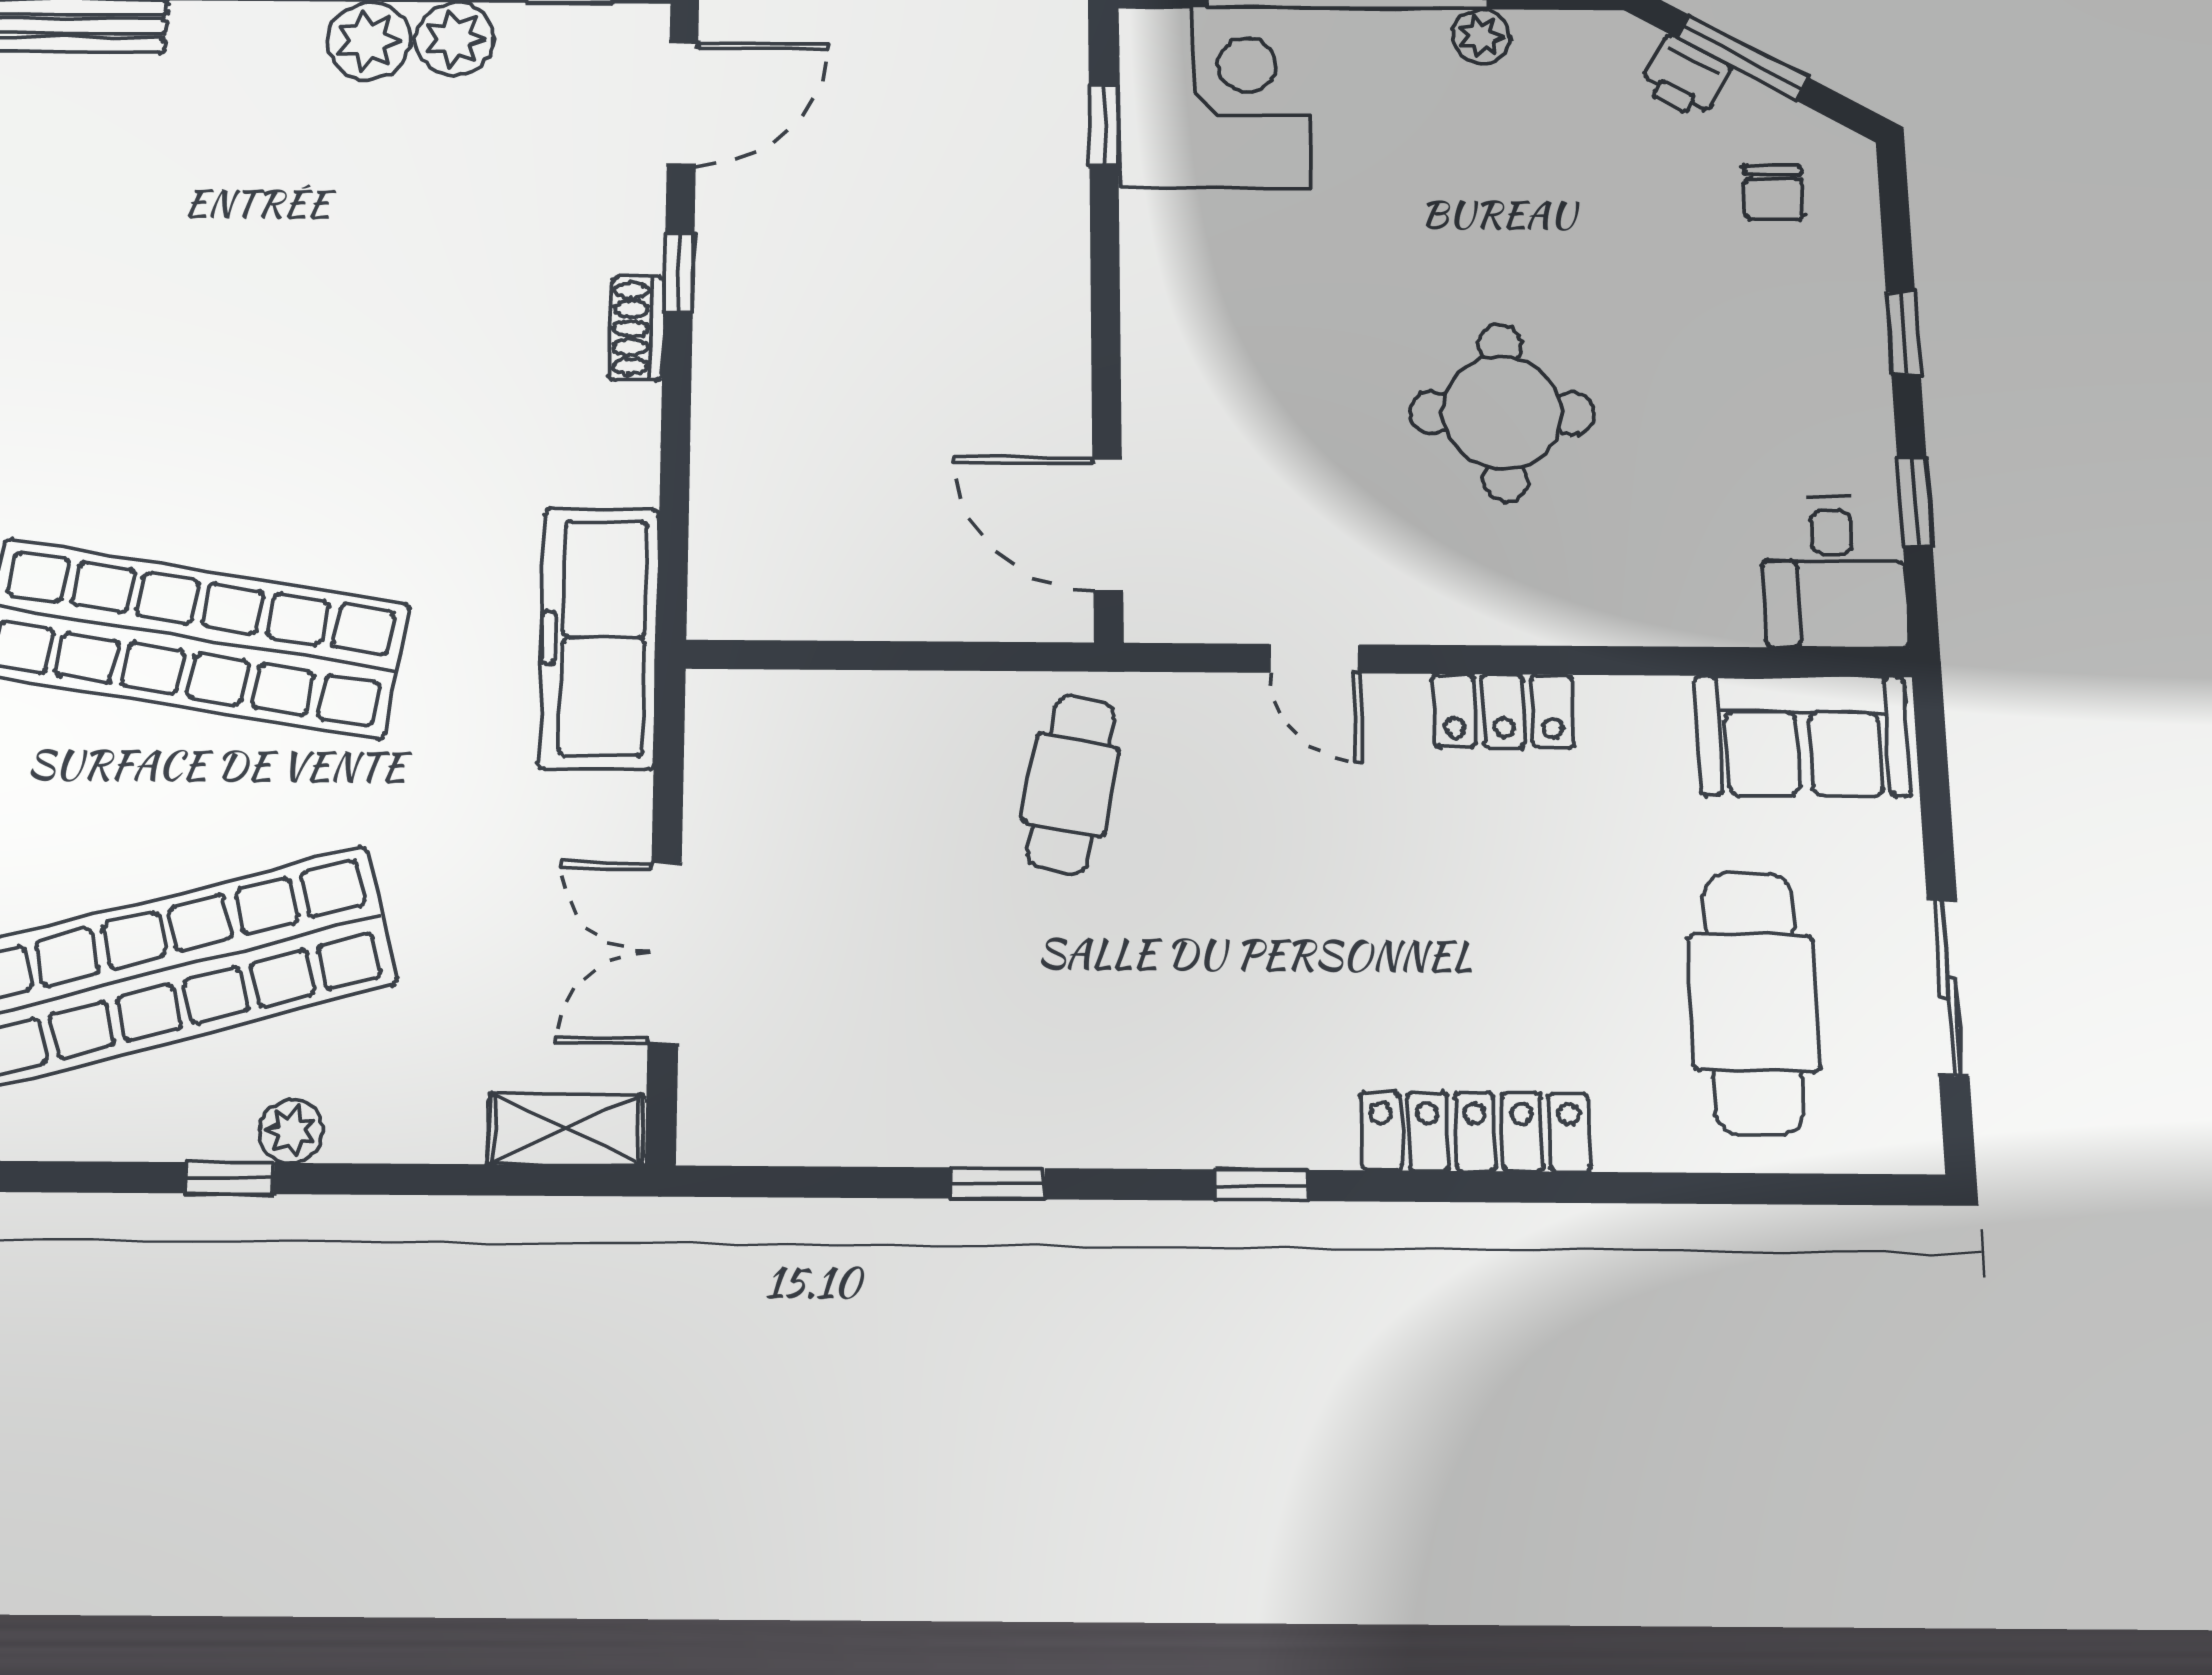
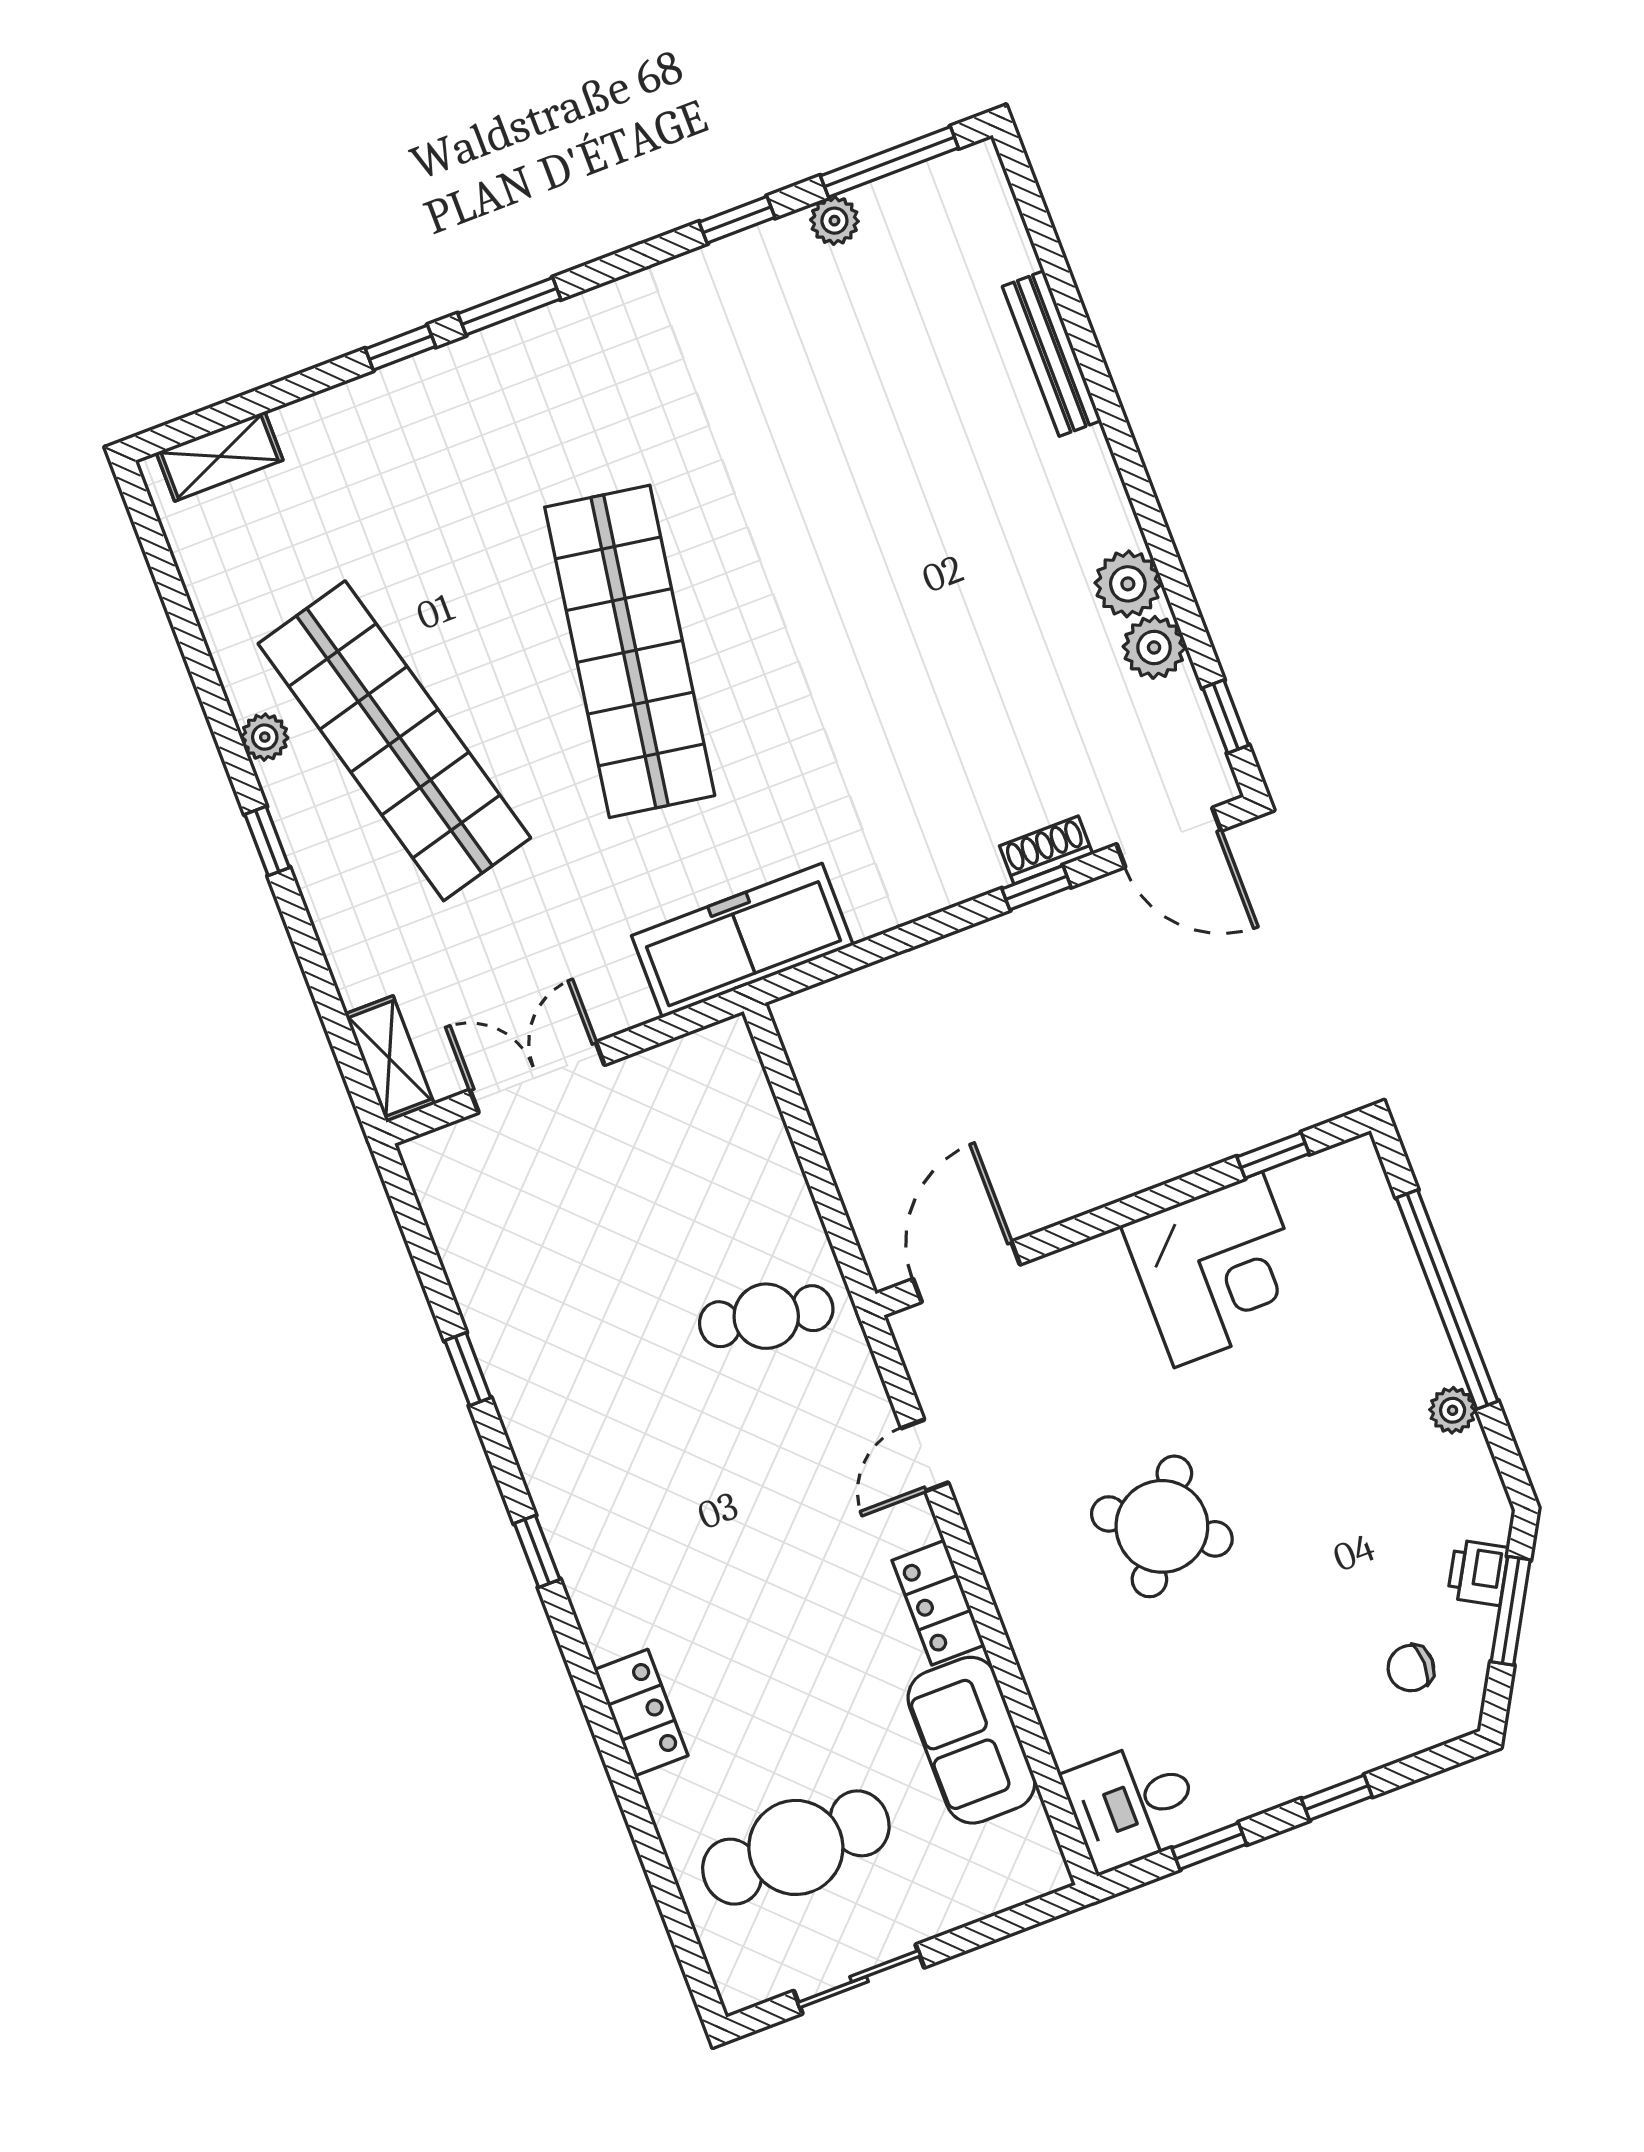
corner desk: (1213, 97) -> (1218, 1270), moved
shoe rack: (637, 328) -> (1046, 850), moved
round table: (1502, 413) -> (1162, 1526), turned 34
sofa: (1803, 736) -> (971, 1740), moved
plant: (291, 1131) -> (265, 737), moved
locker: (1475, 1132) -> (641, 1713), width x0.66

